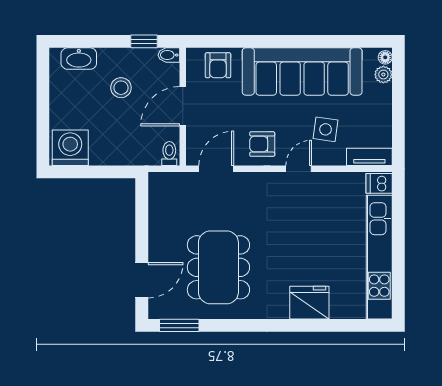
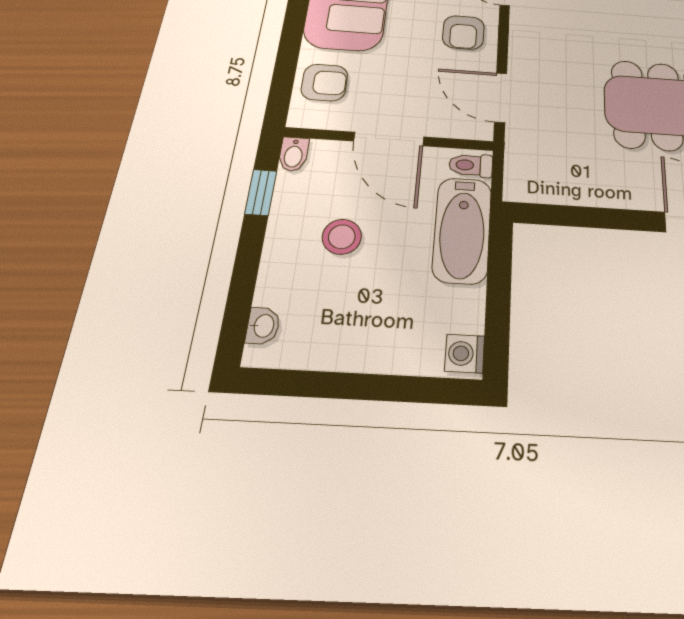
washbasin: (79, 59) -> (263, 326), width x0.52, depth x0.69
washing machine: (70, 148) -> (465, 354), width x0.53, depth x0.53
bathtub: (129, 151) -> (462, 230), added

